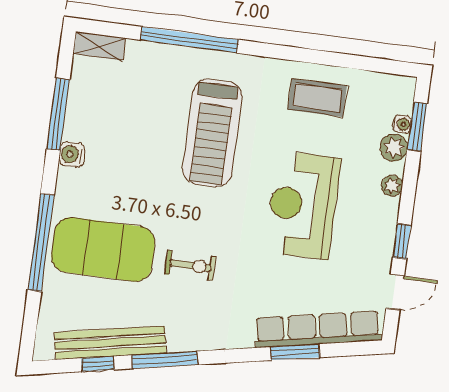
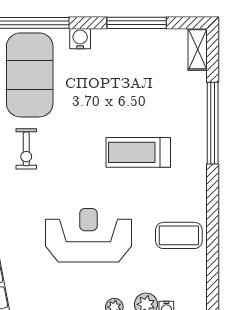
coffee table: (317, 98) -> (179, 235), turned 90
treadmill: (212, 133) -> (138, 152), width x0.73, depth x0.73
water cooler: (72, 154) -> (80, 39), moved

